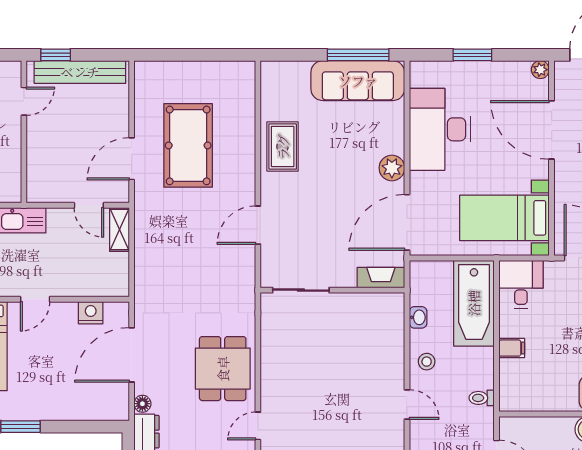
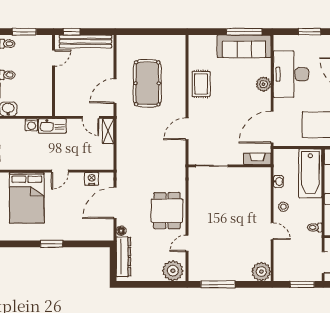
plant: (392, 168) -> (264, 84), moved

